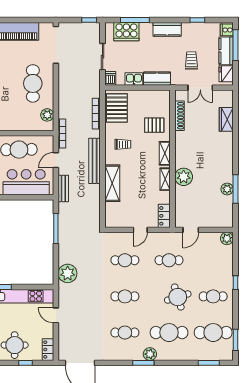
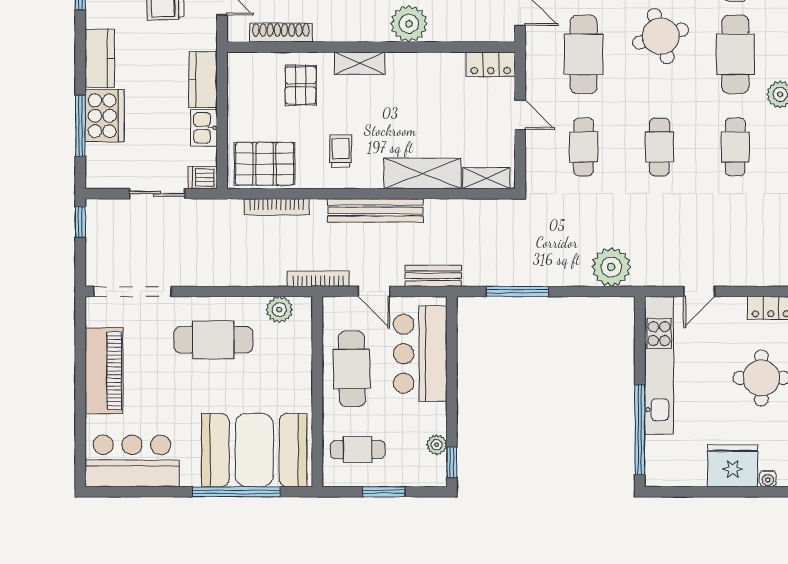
cooker: (126, 32) -> (105, 116), moved
shelving: (165, 179) -> (486, 178), moved
cafe table: (169, 260) -> (584, 54), width x1.37, depth x1.35

